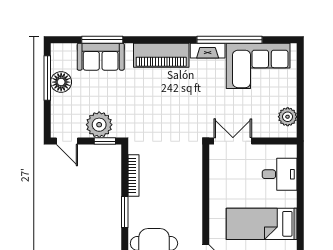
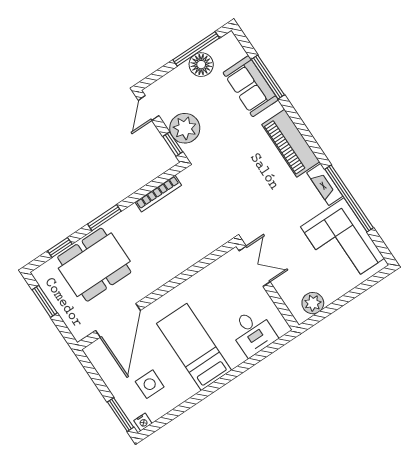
window: (125, 212) -> (104, 218), moved

